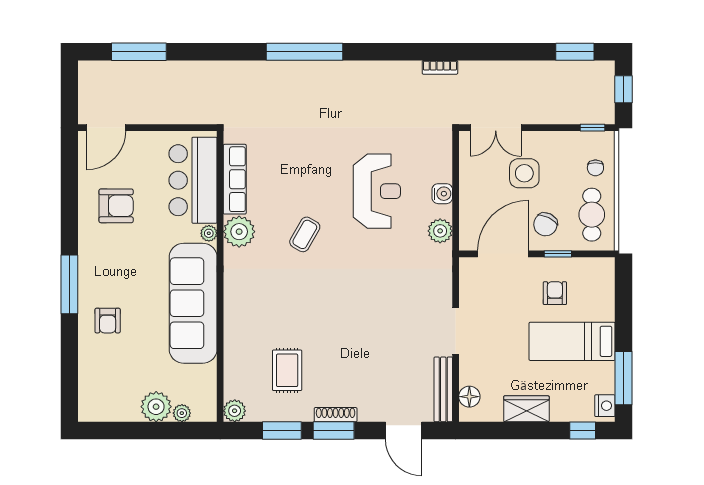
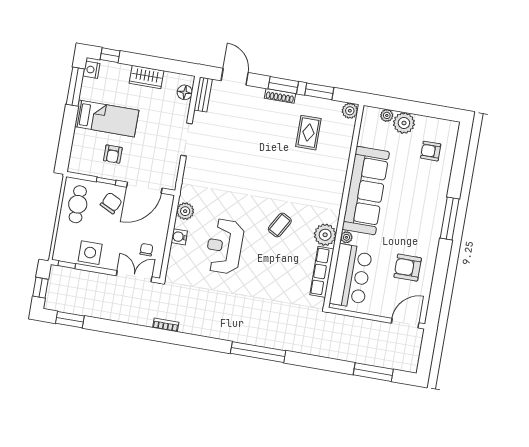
chair: (595, 168) -> (146, 250), moved
side table: (524, 173) -> (90, 253), moved
armchair: (108, 321) -> (431, 151), moved, turned -90
bench: (443, 389) -> (203, 94), width x0.73

